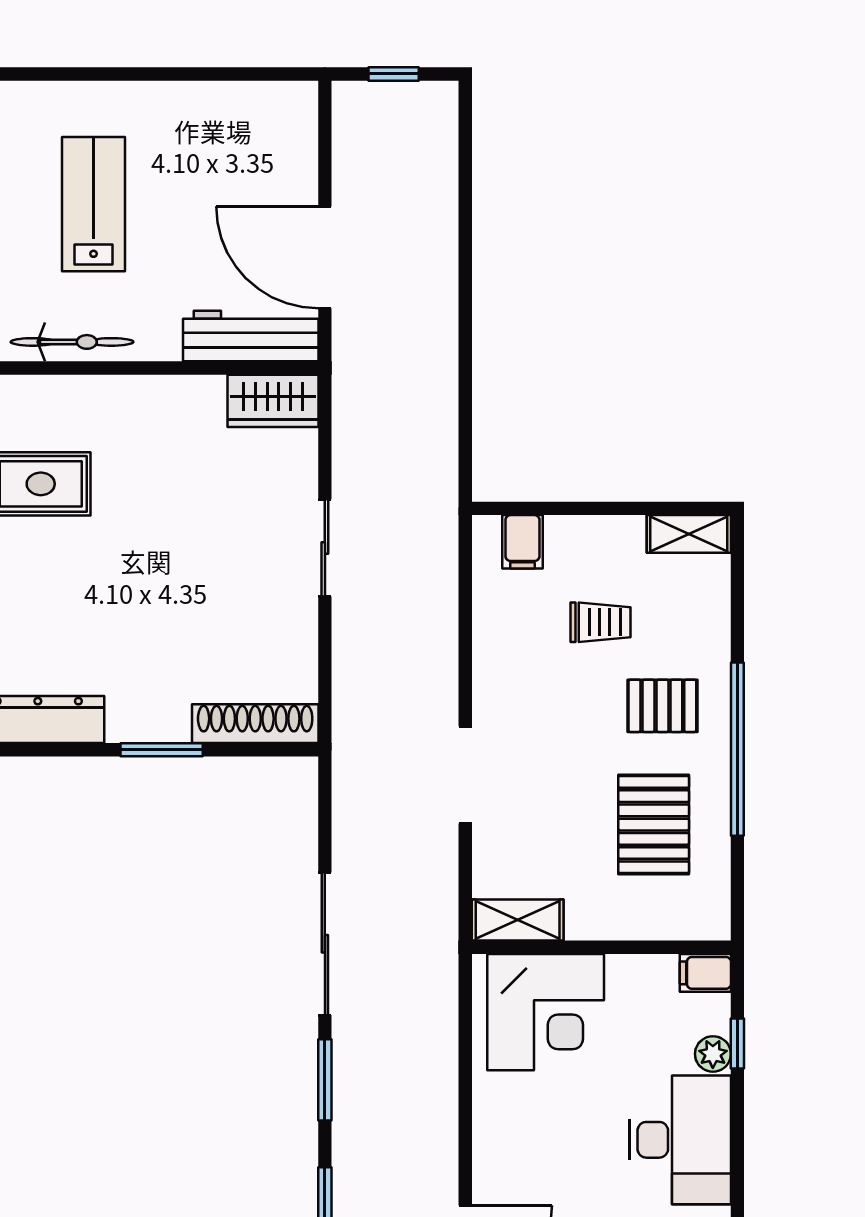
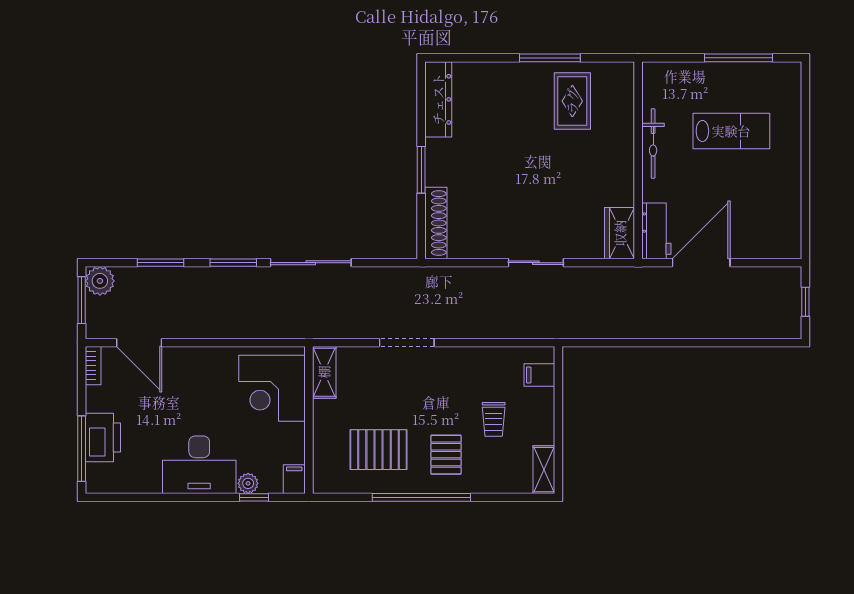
workbench: (251, 336) -> (656, 231), width x0.73
bicycle: (72, 342) -> (653, 143), moved

